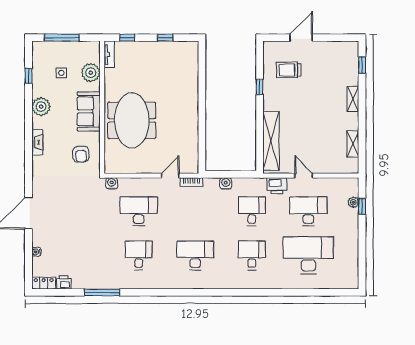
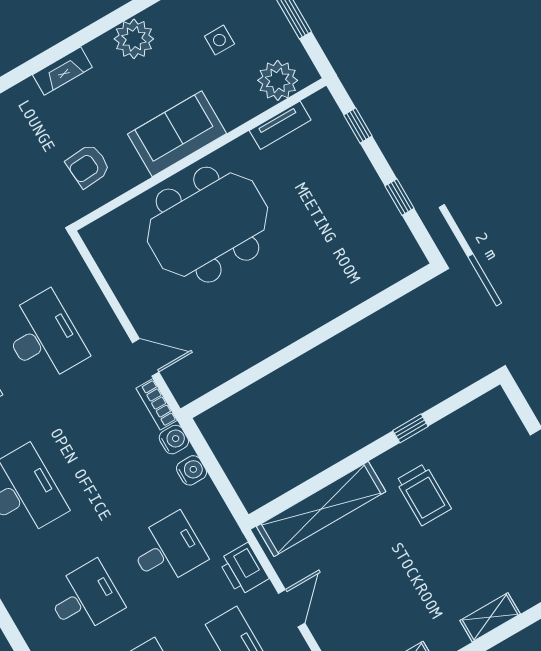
tv unit: (109, 54) -> (280, 125), moved
trolley: (289, 70) -> (423, 494), moved, turned 180
plant: (91, 73) -> (278, 80), moved
water cooler: (112, 183) -> (174, 440), moved

